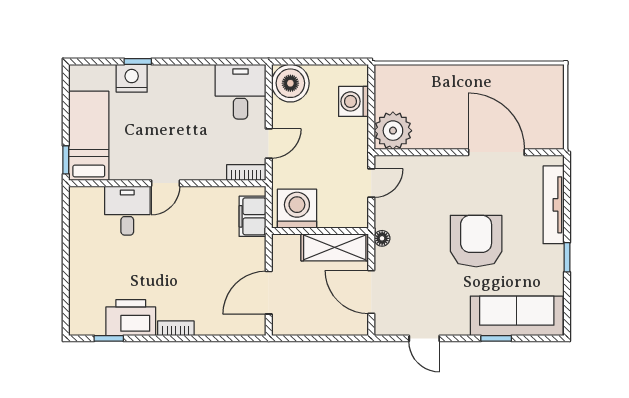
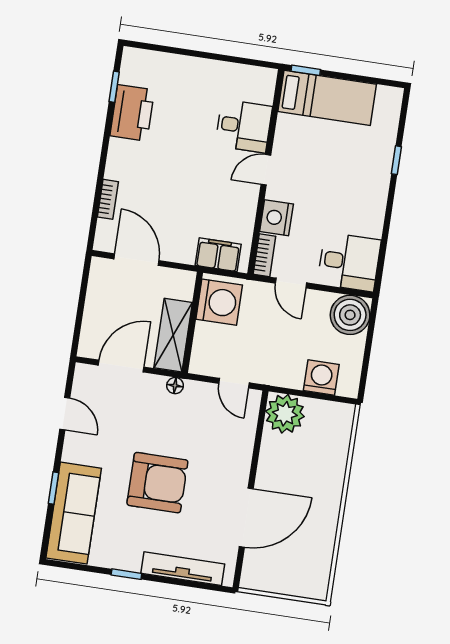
nightstand: (132, 78) -> (276, 218), moved, turned 180
door: (165, 183) -> (266, 170), hinge flipped
bookcase: (176, 328) -> (108, 199), moved
door: (424, 338) -> (65, 414), swing flipped

